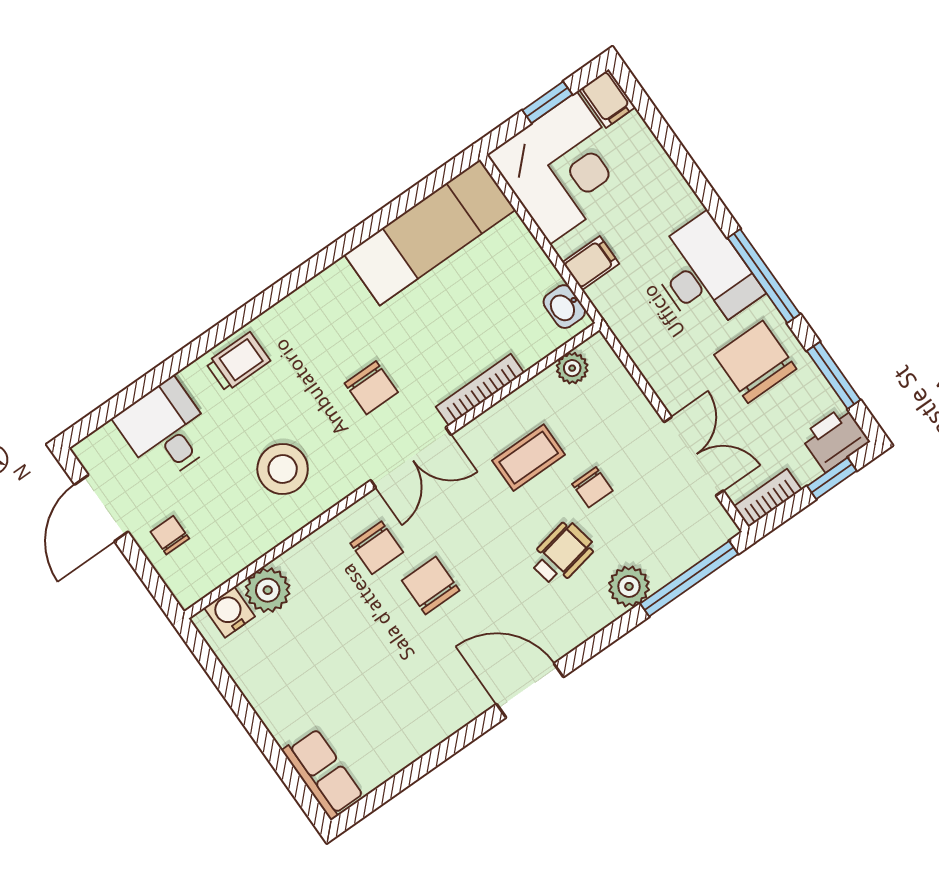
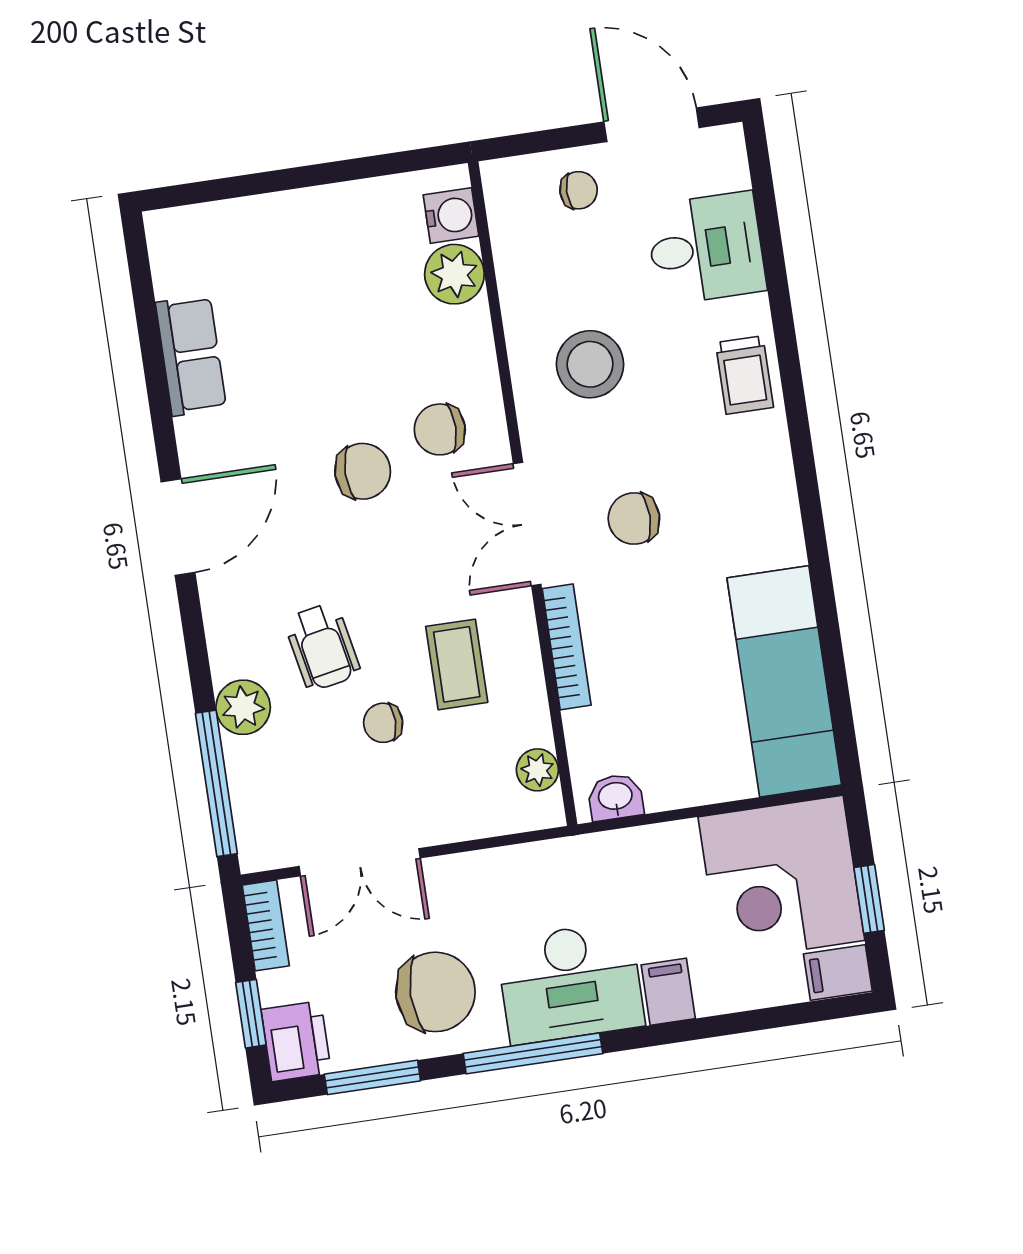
filing cabinet: (591, 263) -> (668, 992), moved, turned 180
row of seats: (323, 774) -> (191, 355), moved, turned -90

